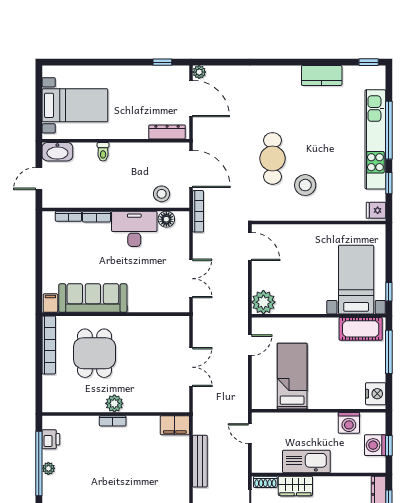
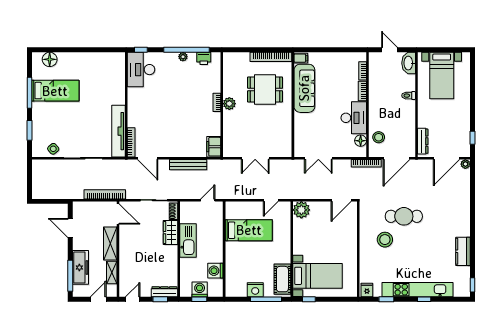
window: (389, 130) -> (424, 299), width x0.32
door: (250, 345) -> (271, 200), hinge flipped
nightstand: (376, 394) -> (255, 290), moved

